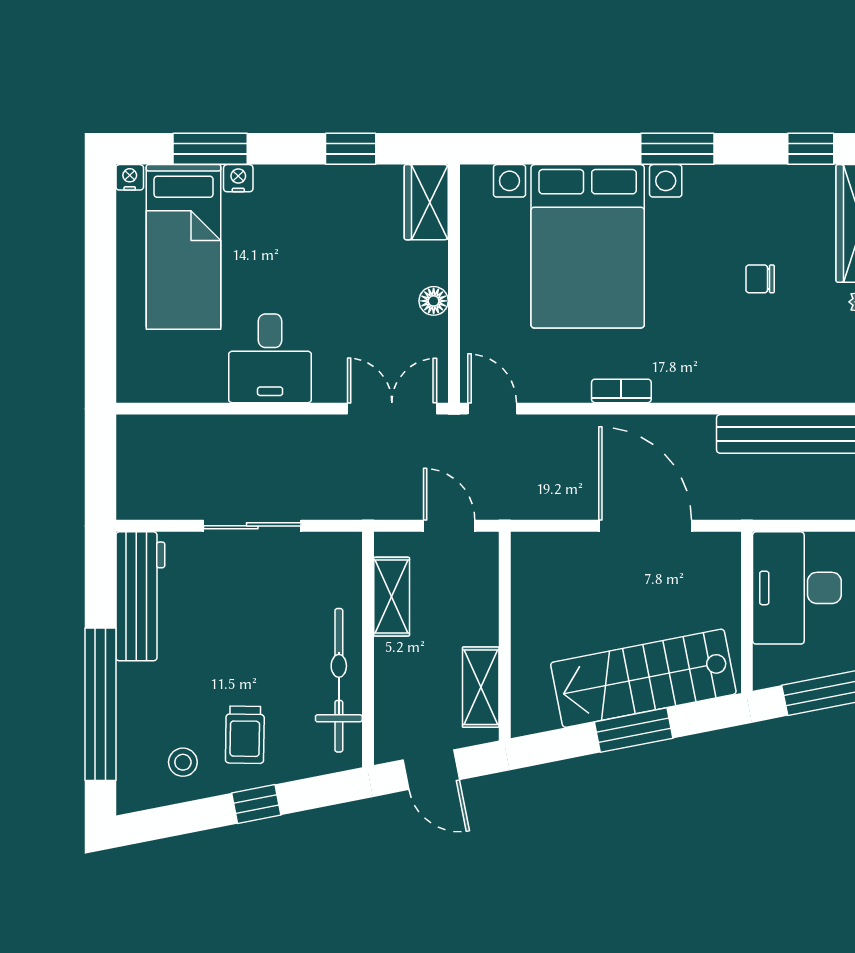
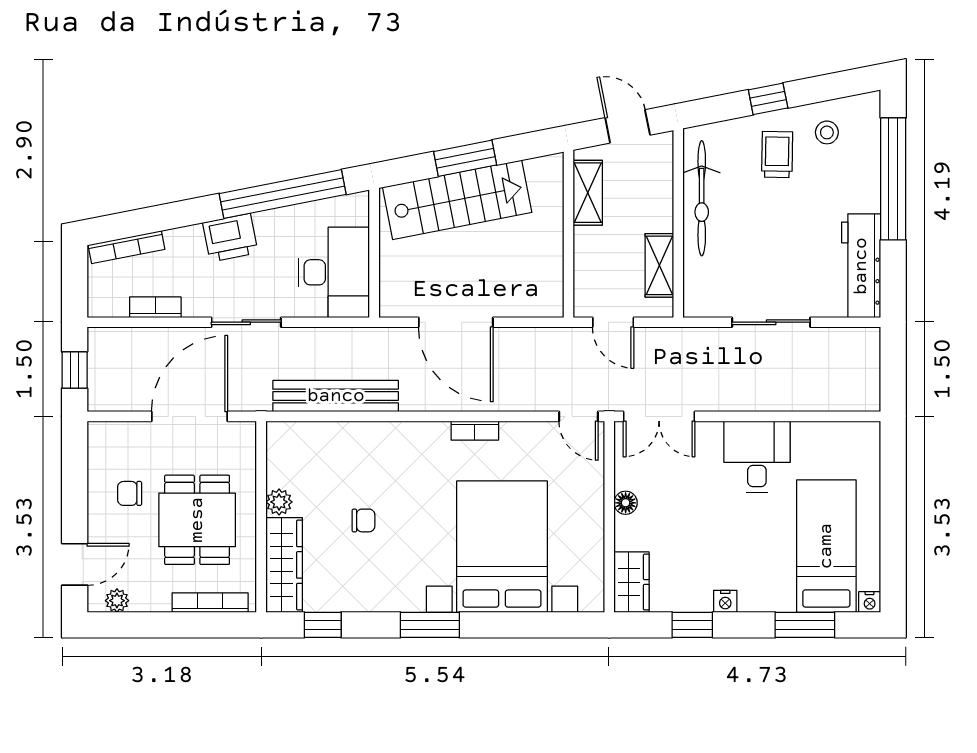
nightstand: (238, 178) -> (725, 601), moved

